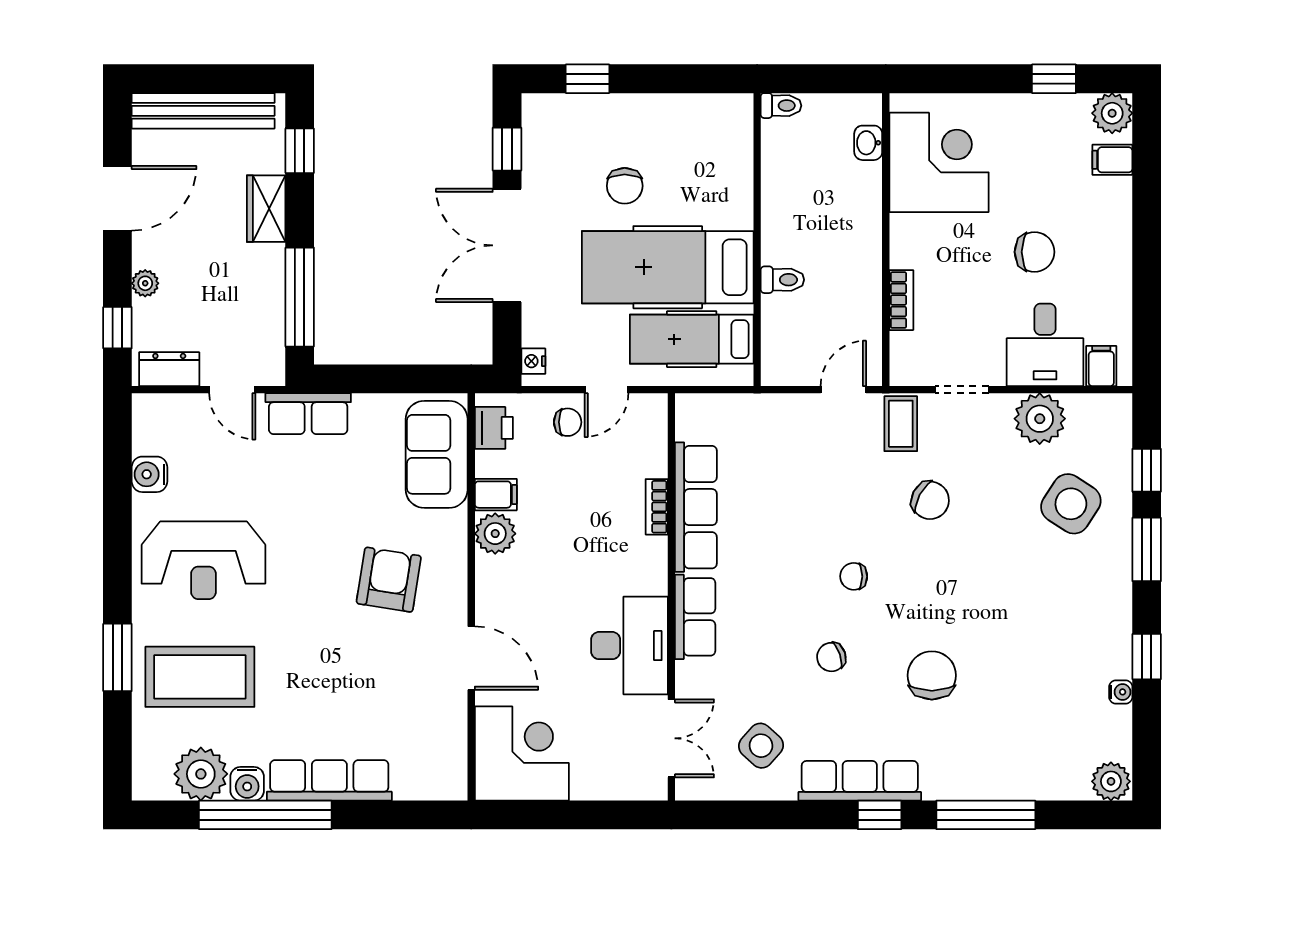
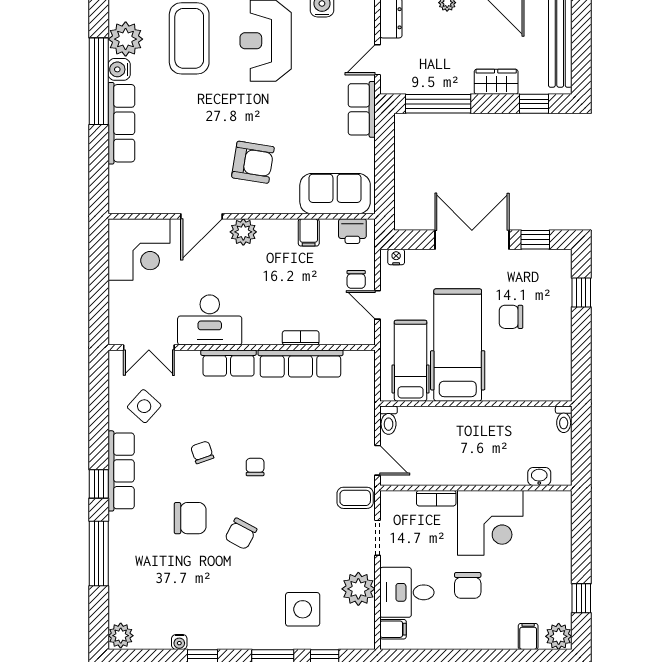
corner desk: (939, 162) -> (490, 523), moved
toilet: (782, 280) -> (389, 420), moved
chair: (930, 500) -> (241, 534), moved
side table: (1071, 504) -> (303, 609), turned -33
plant: (495, 534) -> (243, 232), moved

